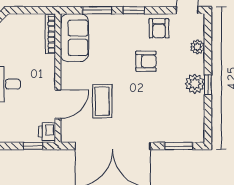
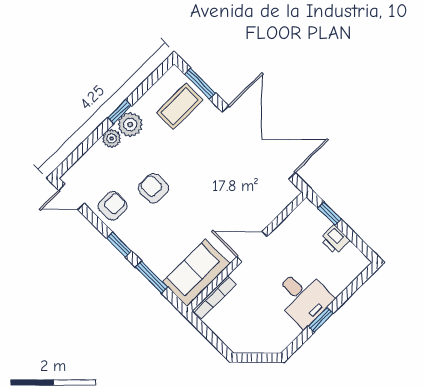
plant: (197, 47) -> (112, 138), moved
coffee table: (102, 101) -> (180, 106), moved
door: (58, 104) -> (252, 247), moved
printer: (47, 132) -> (335, 240), moved, turned 90

